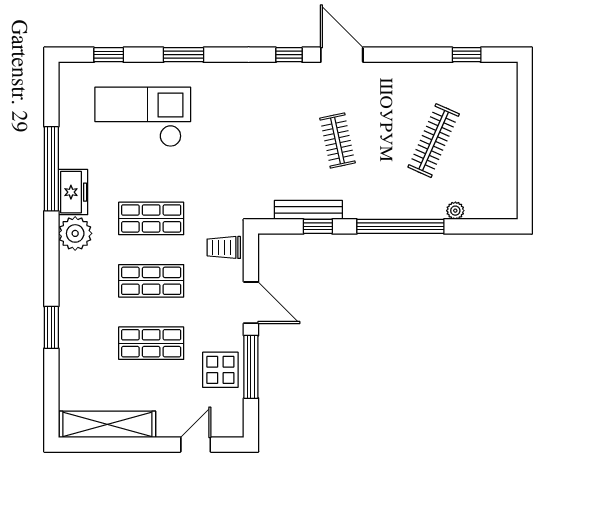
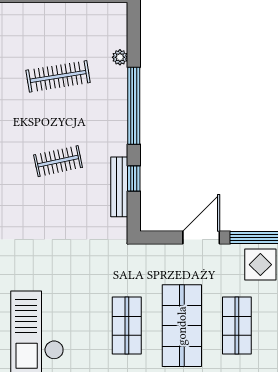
clothes rail: (434, 141) -> (58, 76), turned -33
trolley: (224, 247) -> (152, 261), removed
shop shelf: (151, 281) -> (182, 326), width x1.43, depth x1.36

